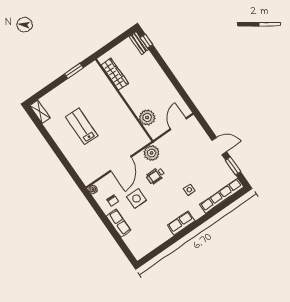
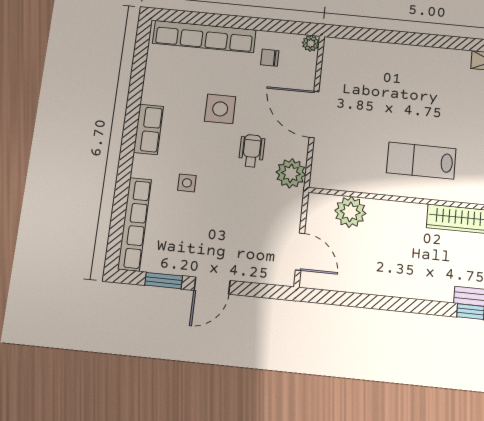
lab bench: (82, 126) -> (421, 161), moved, turned 180
side table: (137, 199) -> (220, 109), moved
row of seats: (119, 223) -> (204, 37), width x2.02

